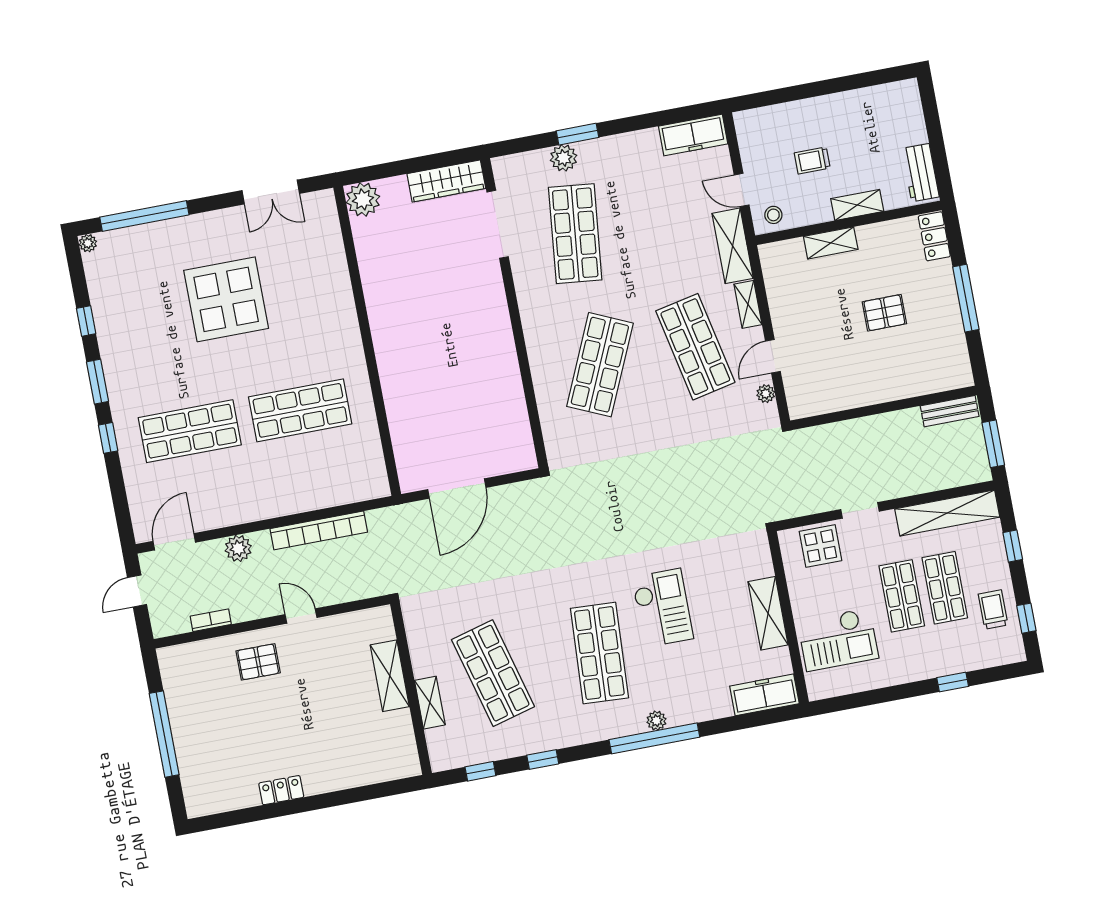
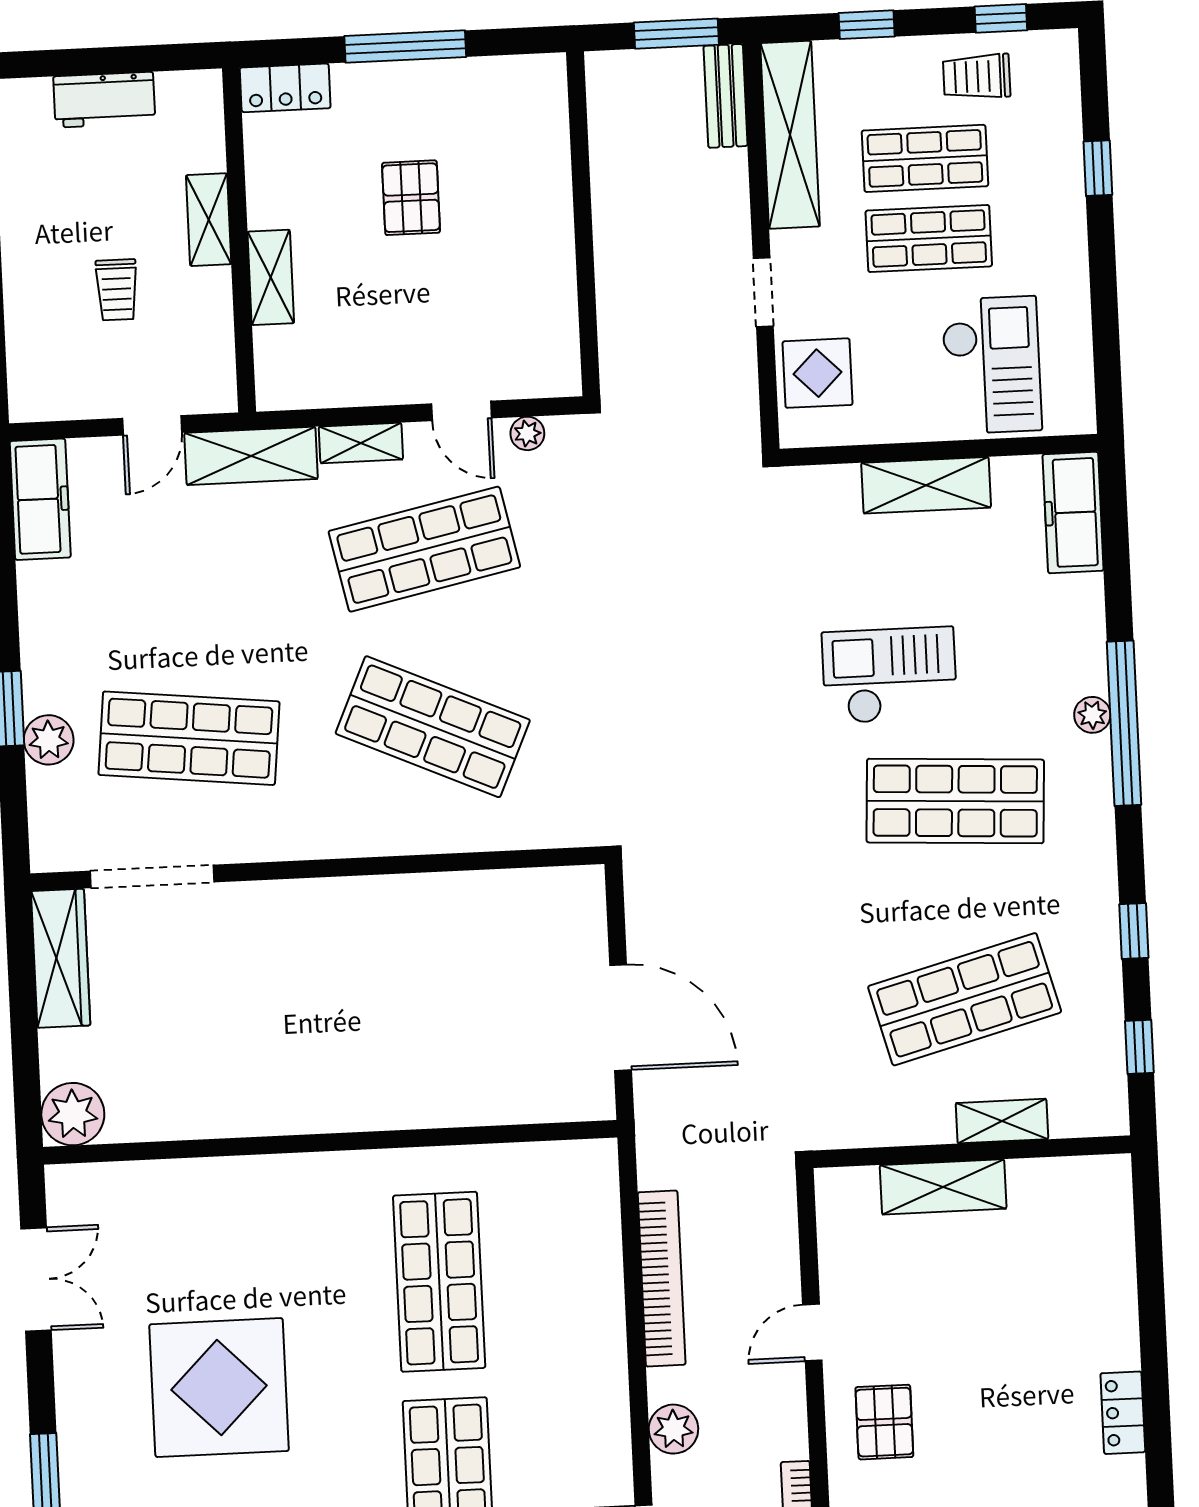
workbench: (920, 173) -> (104, 100), moved
stool: (773, 215) -> (205, 374), removed
bench: (950, 411) -> (726, 96), moved

